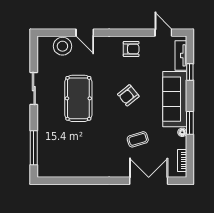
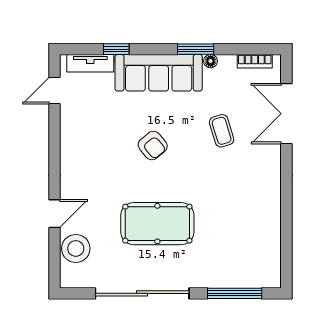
armchair: (131, 49) -> (80, 141), removed
sliding door: (34, 89) -> (142, 293), width x1.86

